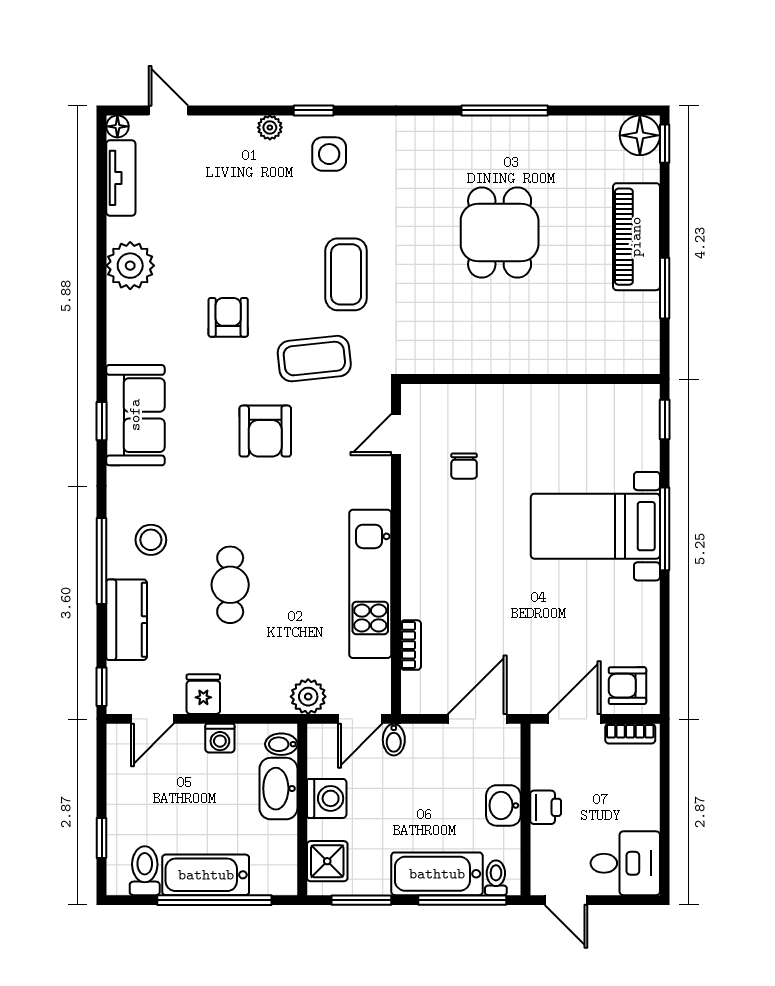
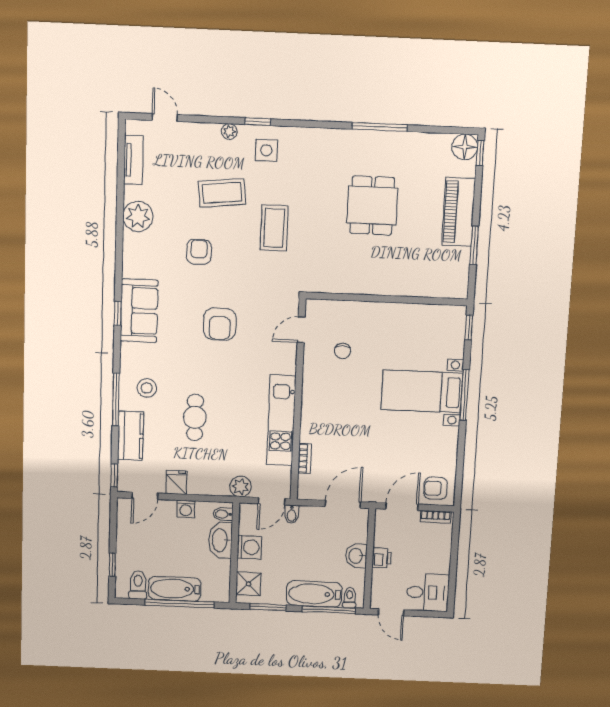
floor lamp: (117, 126) -> (132, 126), removed
coffee table: (314, 359) -> (222, 193), moved

